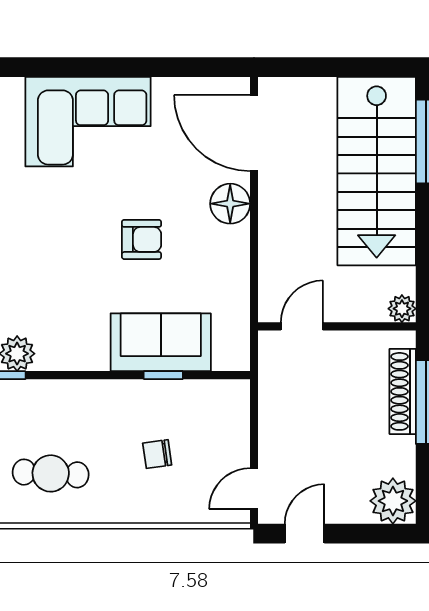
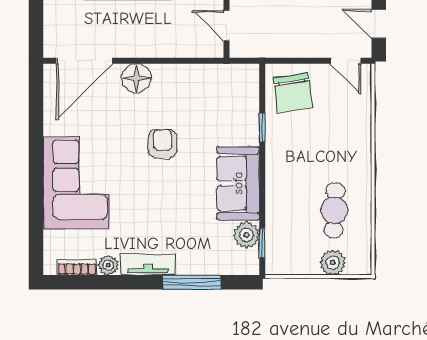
sofa: (161, 342) -> (238, 183), moved
chair: (157, 454) -> (293, 93), moved, width x1.87, depth x1.87

